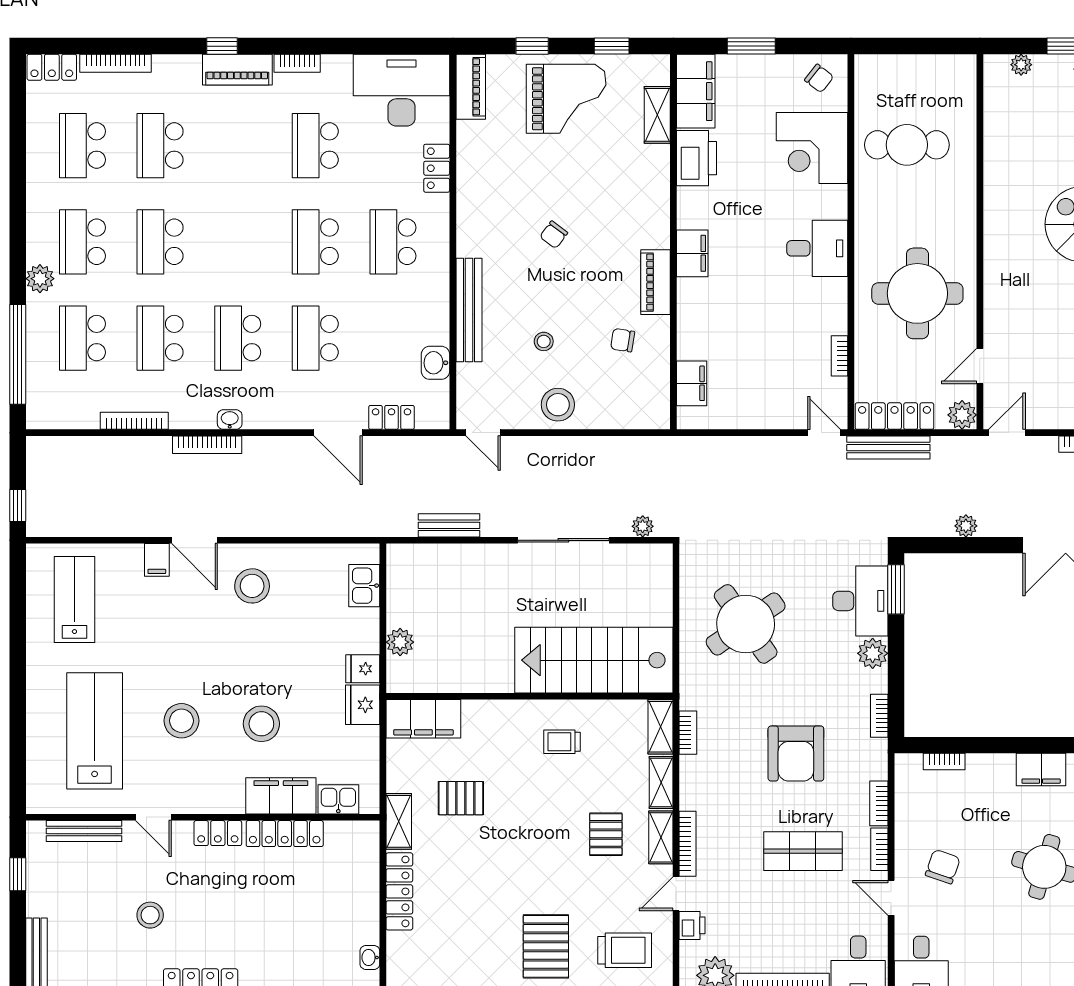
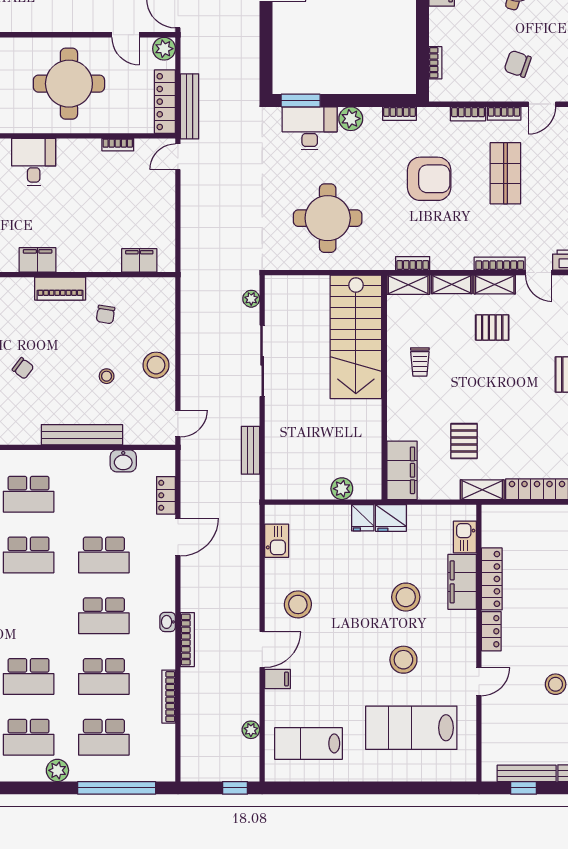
plant: (966, 526) -> (251, 730), moved
kitchen sink: (364, 586) -> (277, 541), moved, turned -90
round table: (746, 624) -> (328, 218), turned 35
bench: (84, 831) -> (527, 773), moved, turned 90

